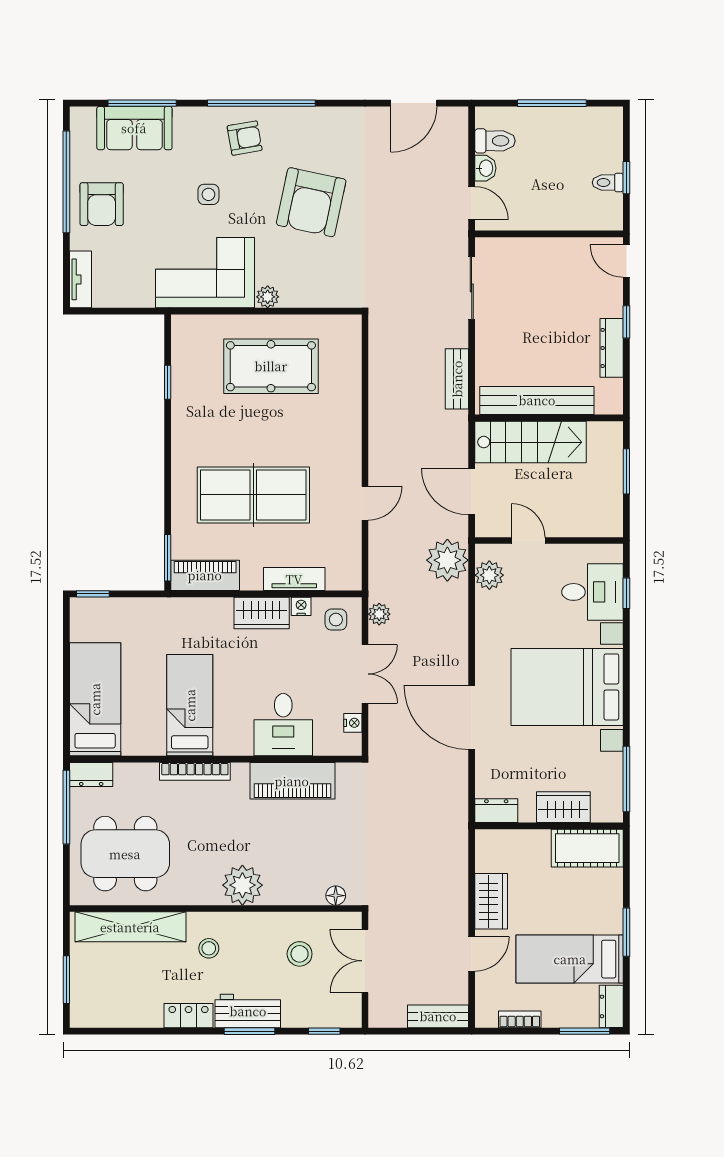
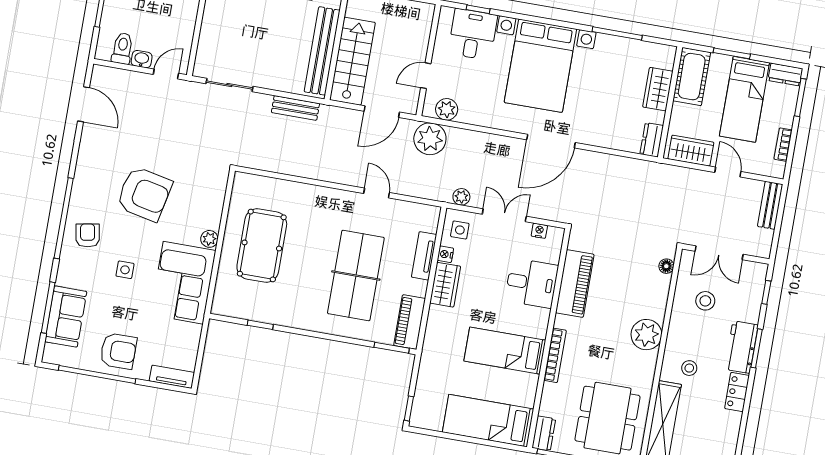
wardrobe: (563, 807) -> (658, 89), moved
dresser: (496, 811) -> (652, 140), moved
wall: (549, 826) -> (670, 102), moved
cot: (587, 848) -> (692, 77), moved

